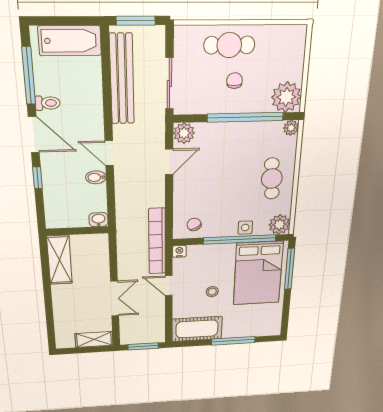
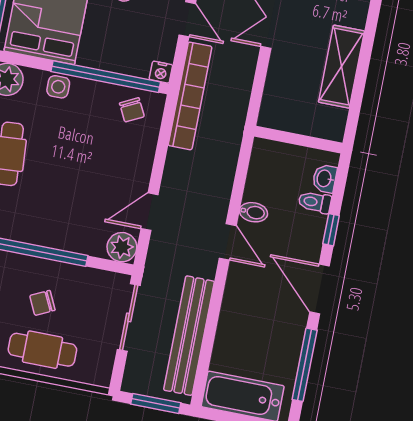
chair: (234, 81) -> (42, 303), turned 64
toilet: (48, 103) -> (315, 202), moved
washbasin: (99, 220) -> (325, 179), moved, turned 90
window: (240, 239) -> (106, 77), moved
shelving: (60, 260) -> (341, 67), moved

